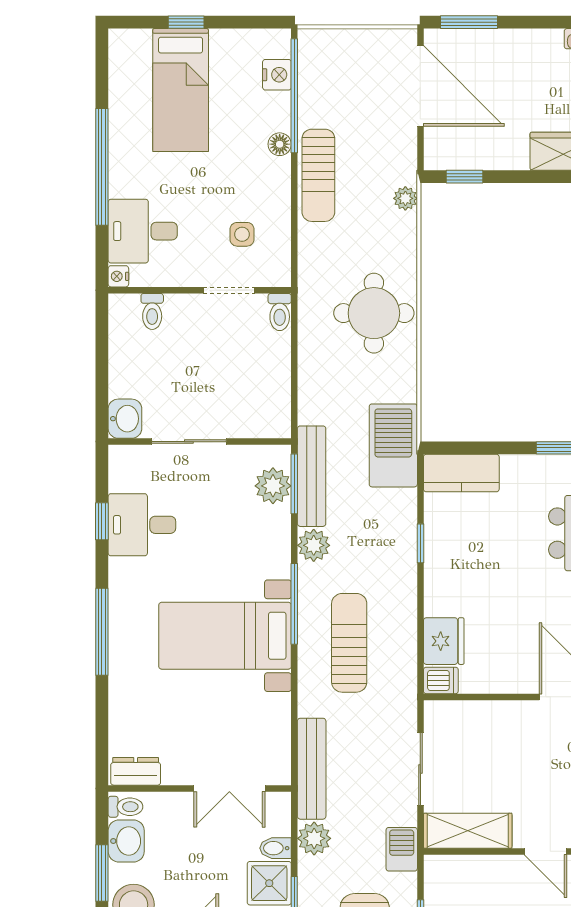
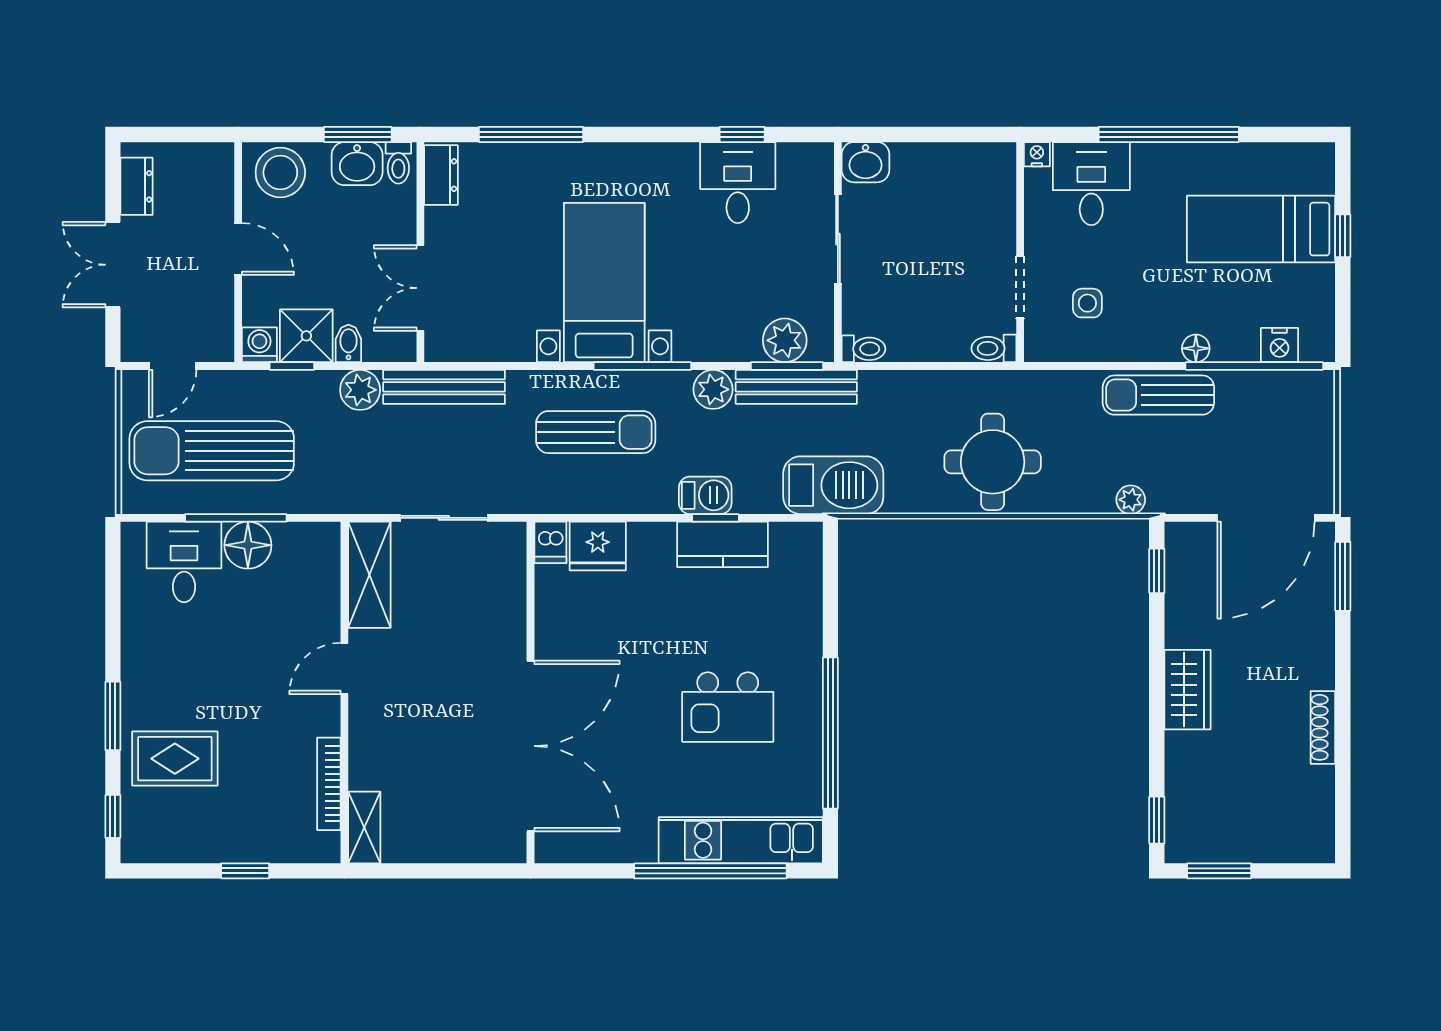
toilet: (152, 311) -> (864, 349), moved, turned 180
kitchen counter: (461, 473) -> (723, 544), moved, turned -90
window: (102, 632) -> (531, 134), moved
barbecue: (402, 849) -> (705, 495), moved
window: (102, 873) -> (358, 134), moved

